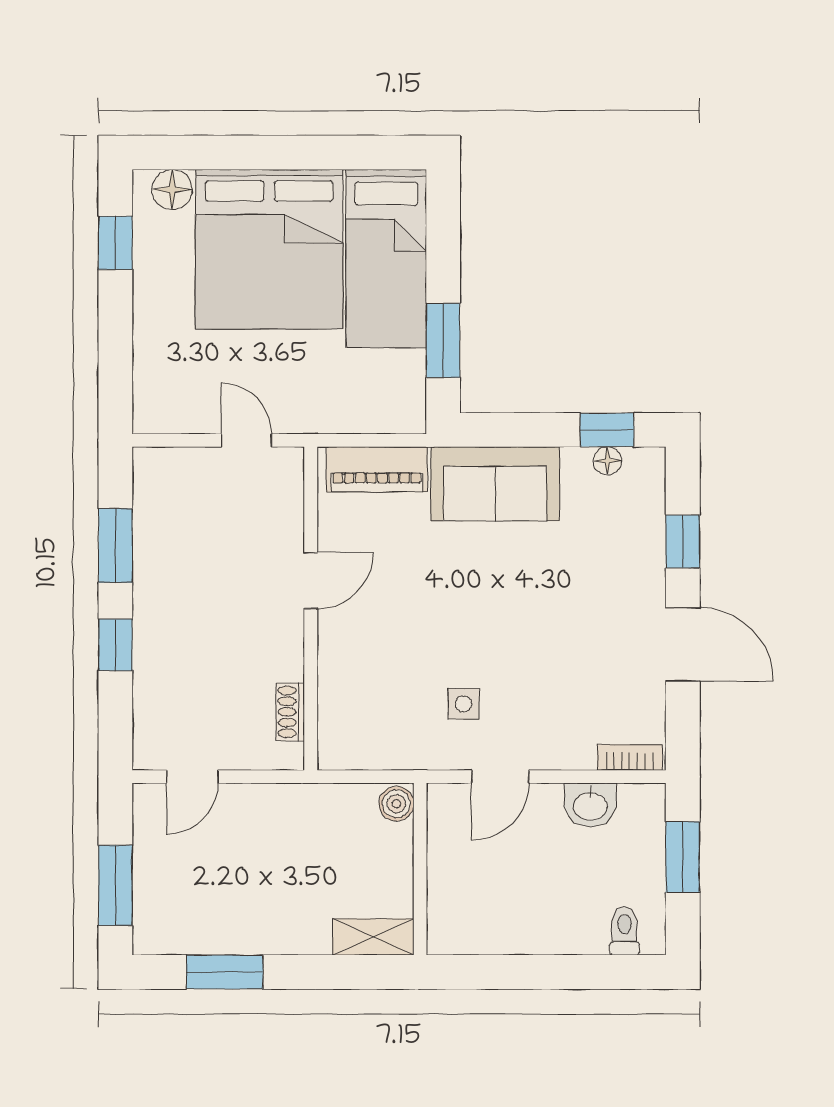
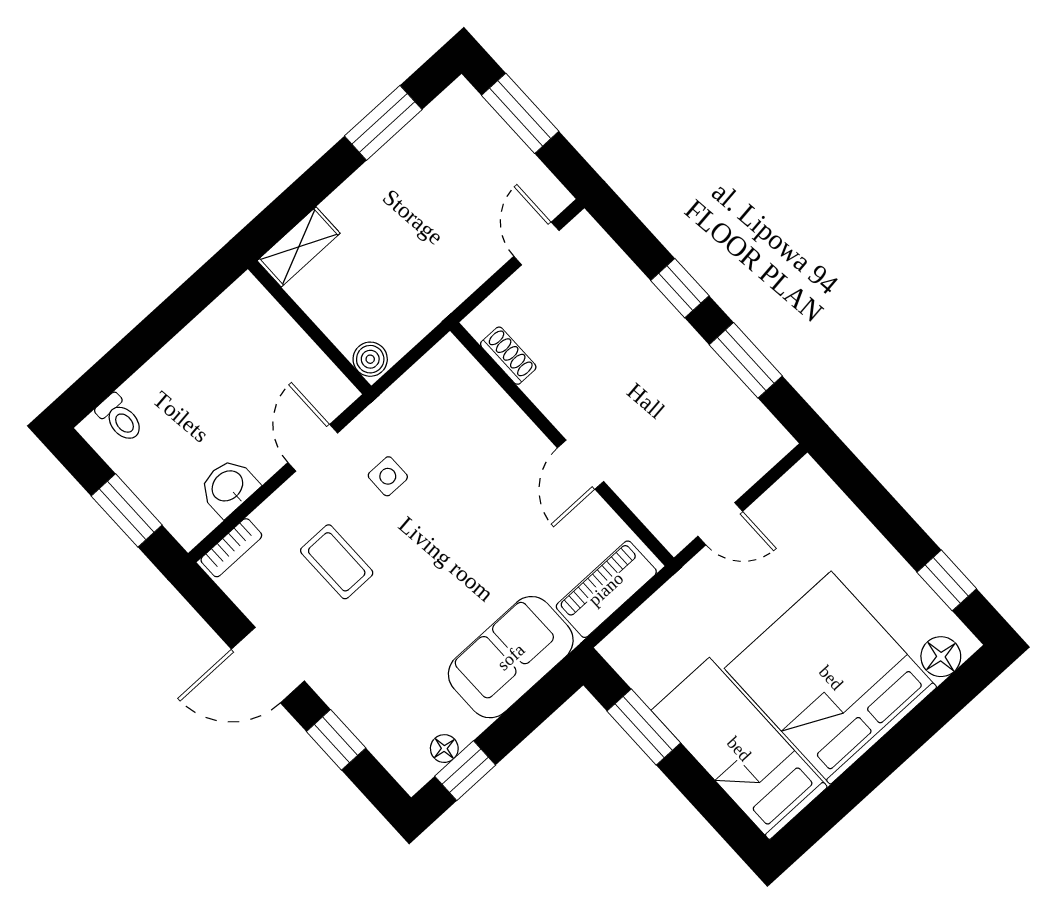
coffee table: (560, 675) -> (337, 562), added

